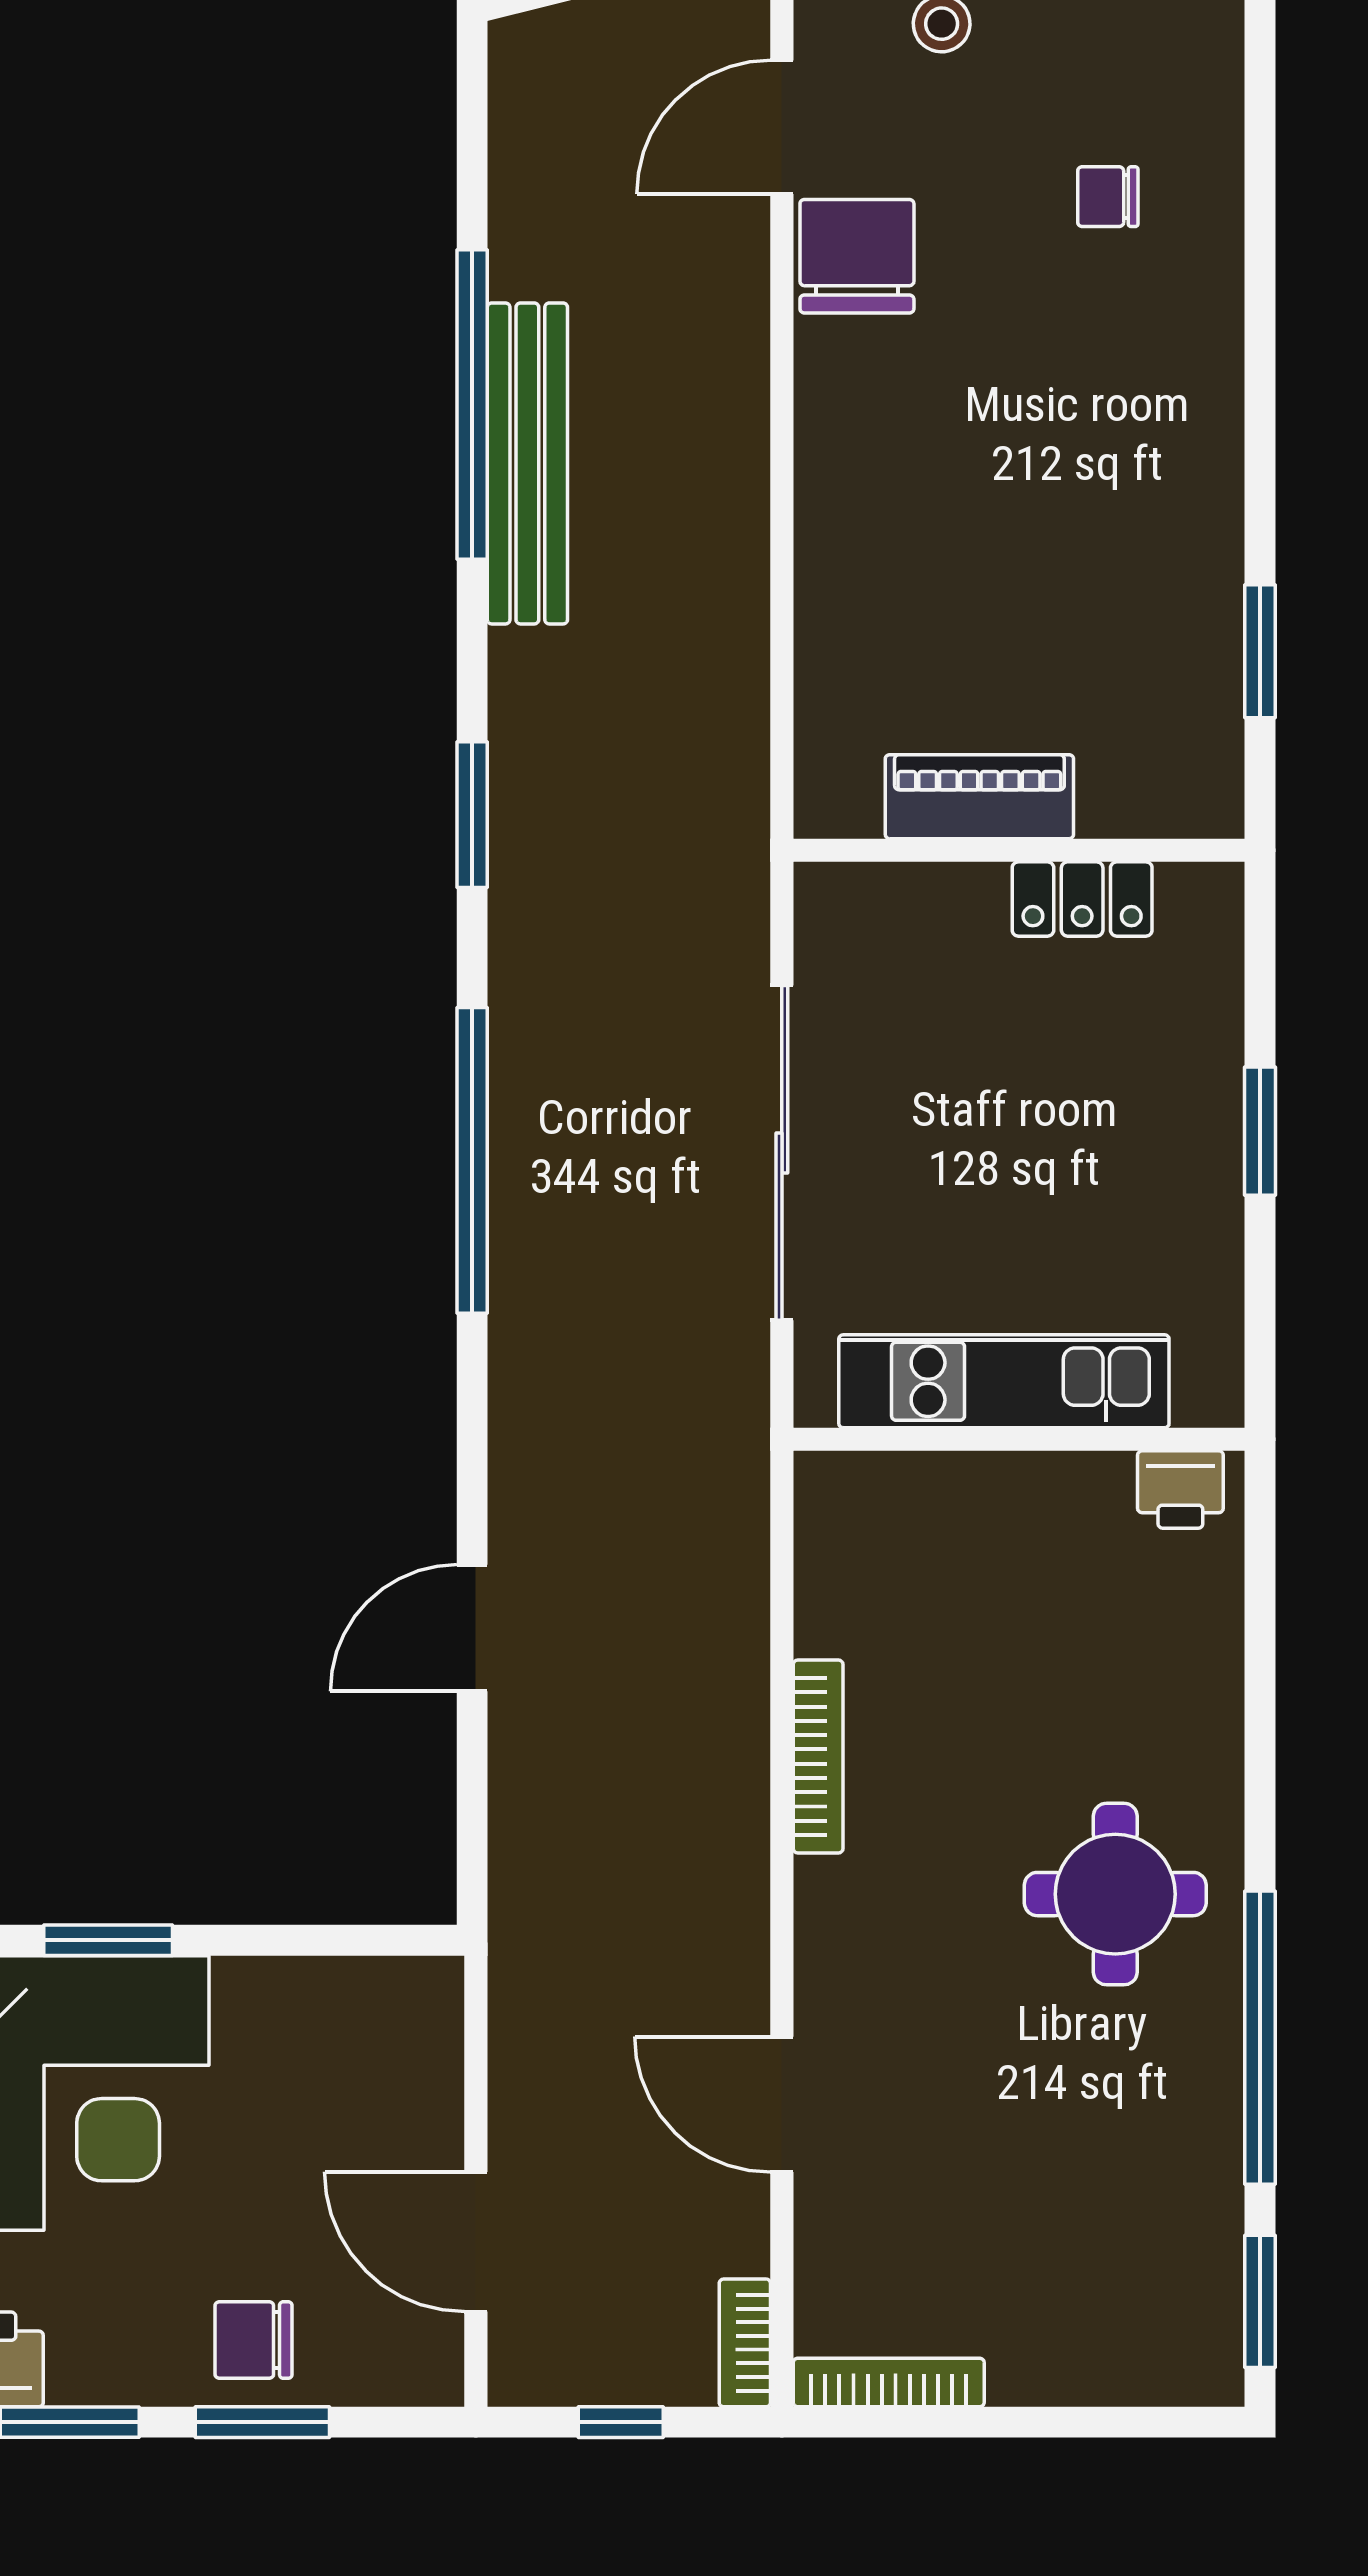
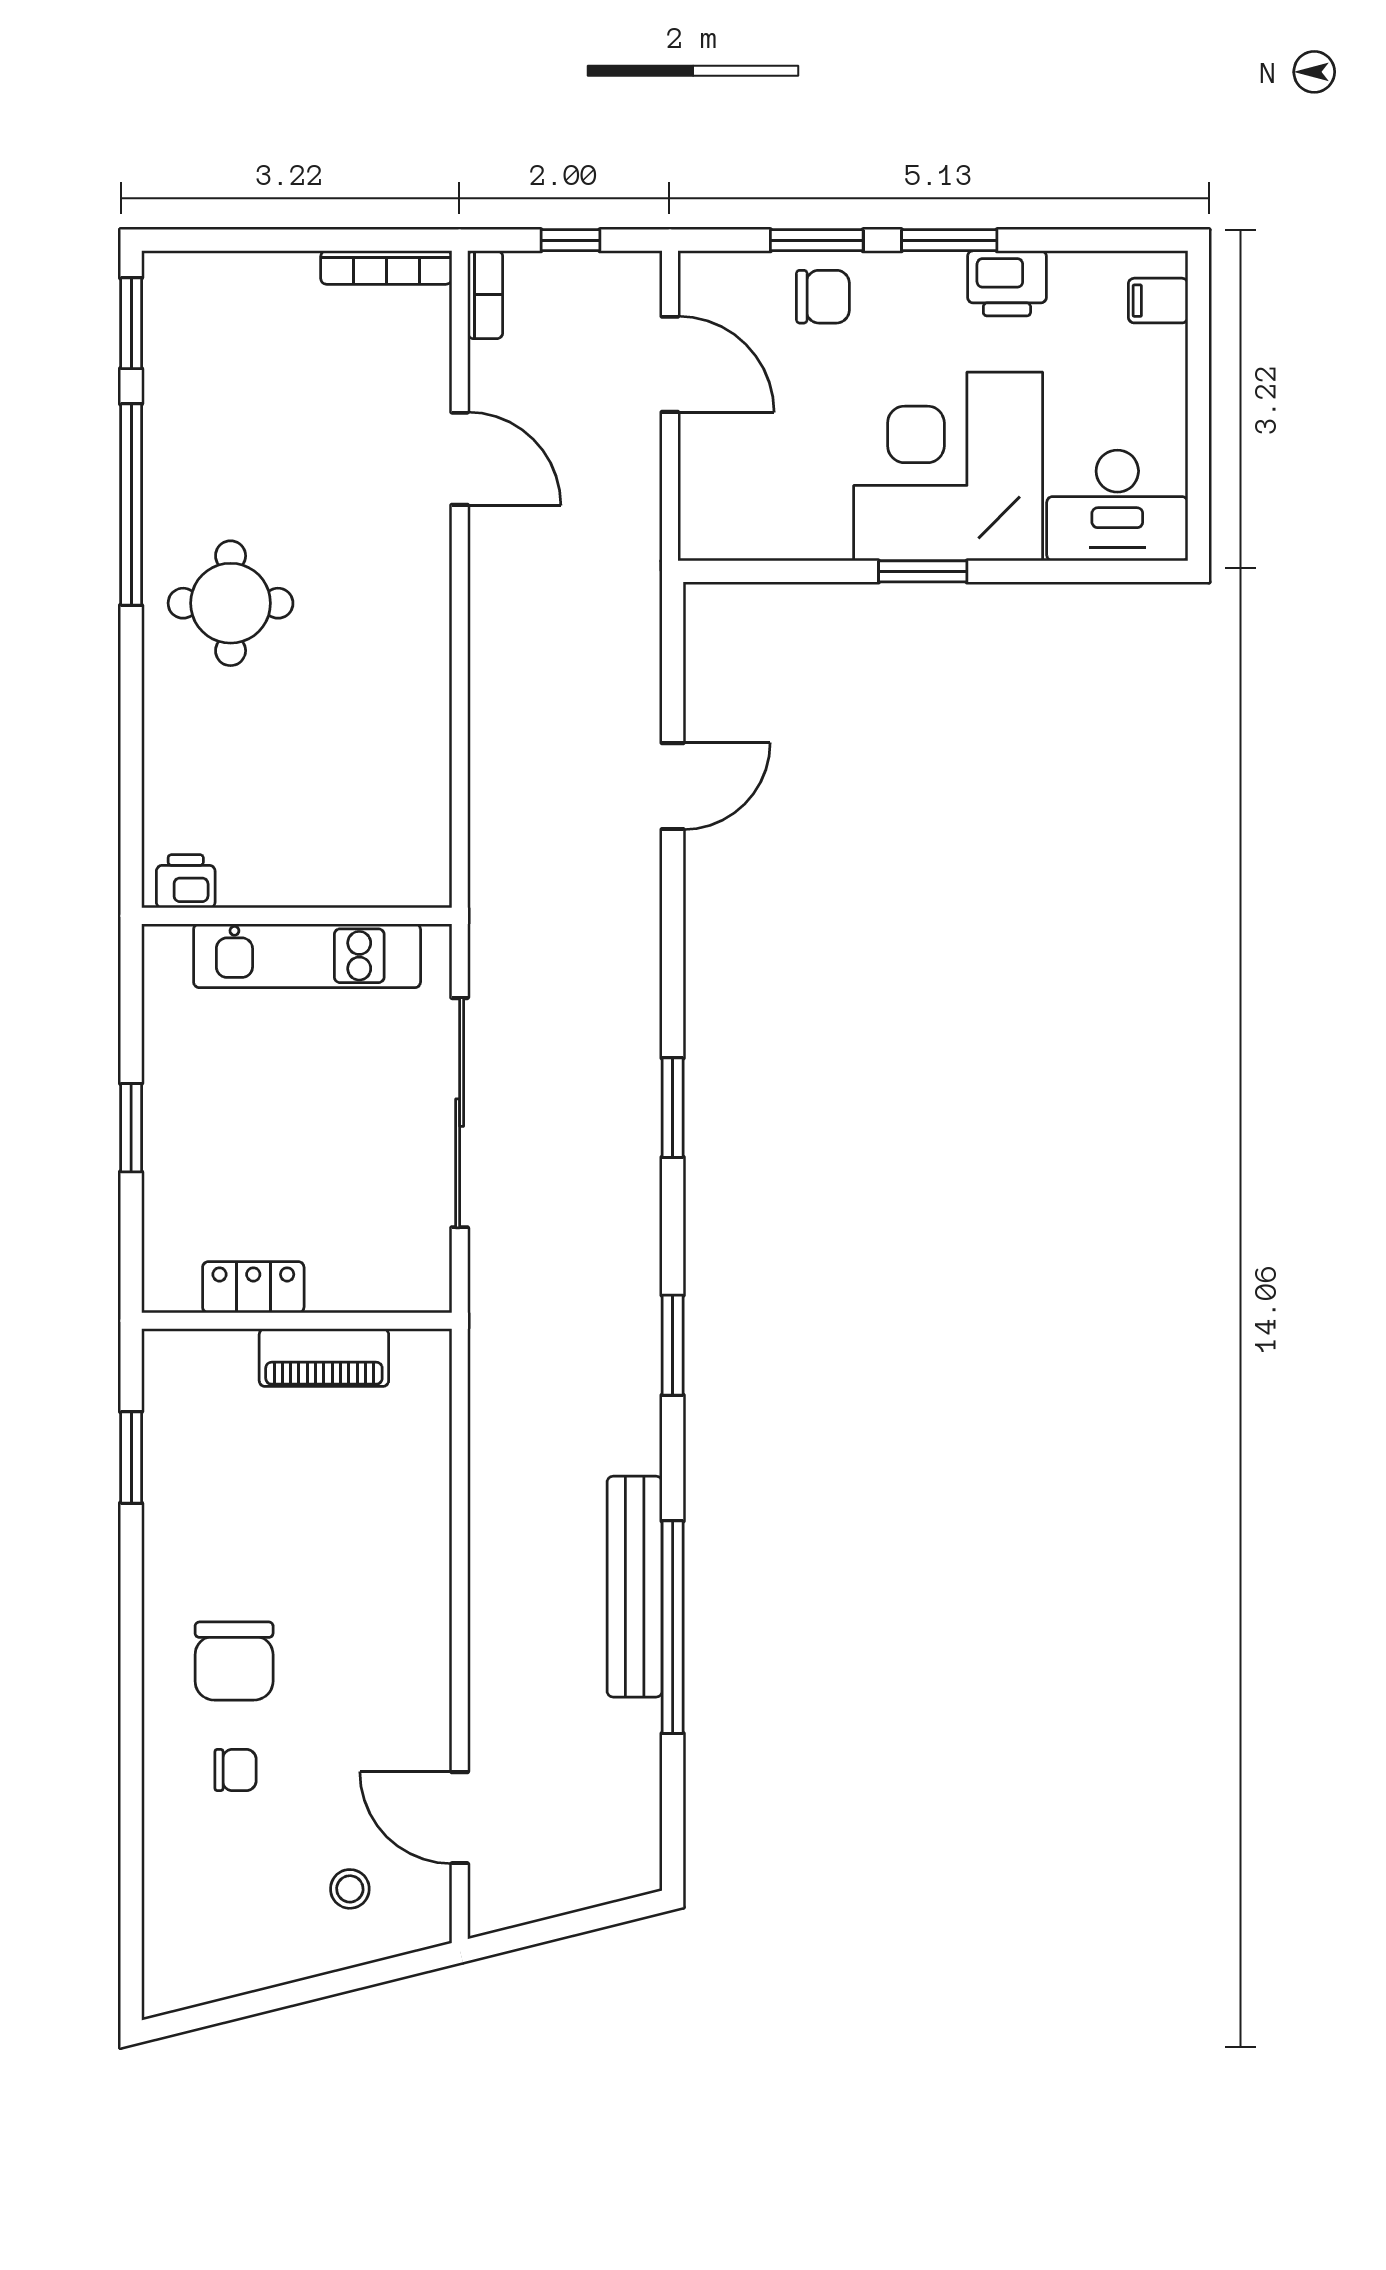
door: (782, 127) -> (460, 1818), swing flipped
chair: (857, 256) -> (234, 1661), moved
window: (472, 1160) -> (673, 1108), width x0.47
bookcase: (818, 1757) -> (435, 698), removed

